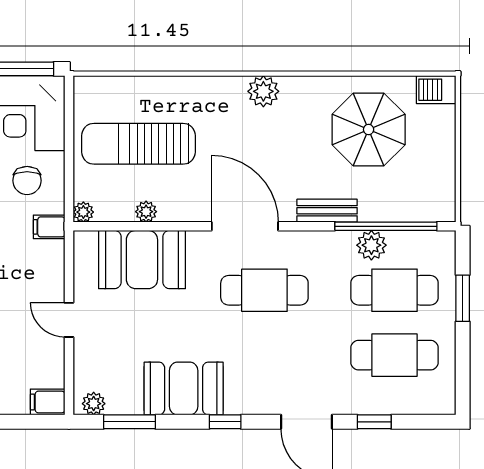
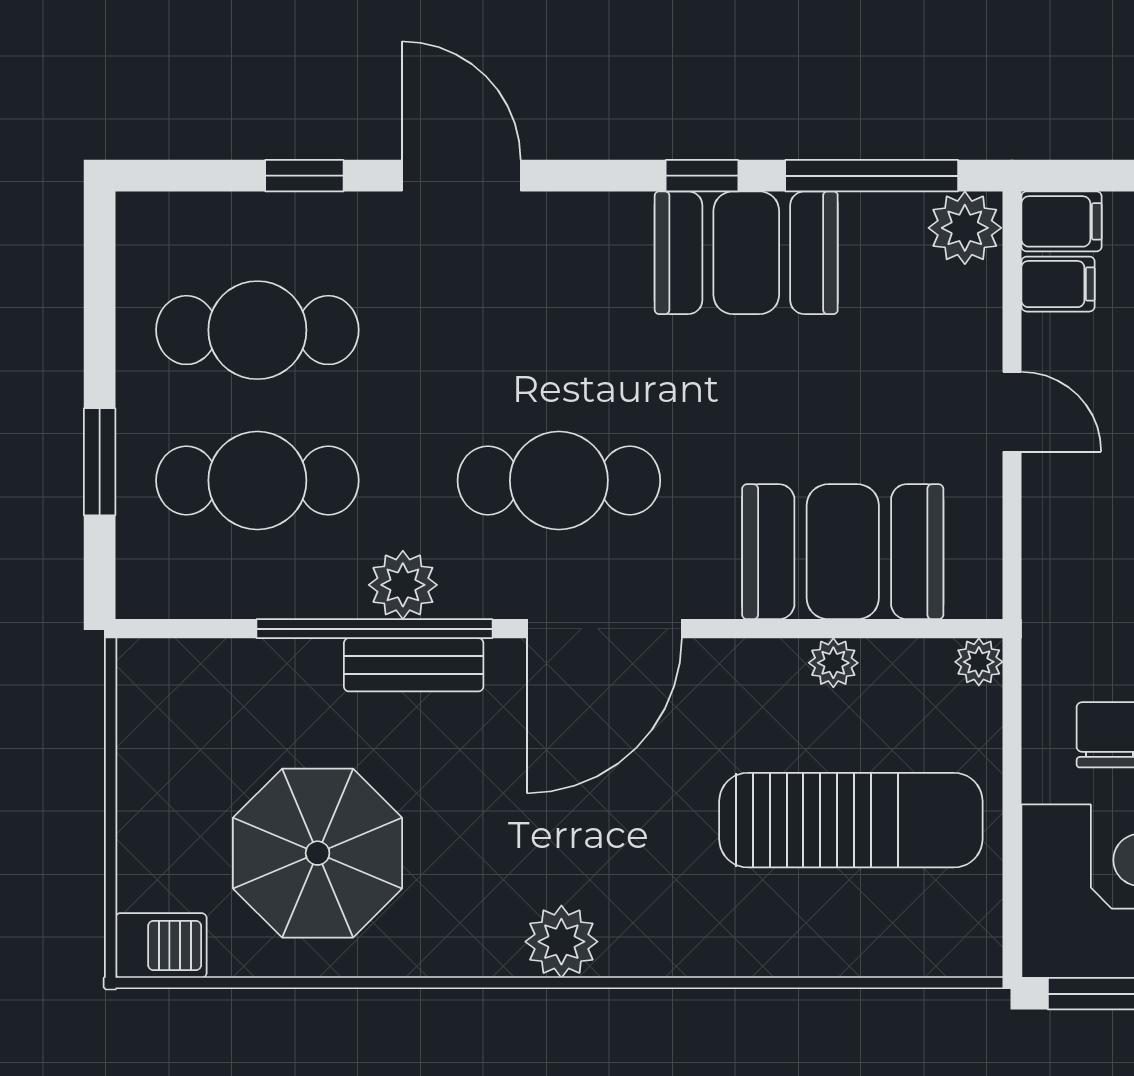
door: (245, 226) -> (604, 629), hinge flipped
window: (386, 226) -> (374, 629), moved
filing cabinet: (49, 227) -> (1058, 284), moved
plant: (371, 245) -> (403, 585), moved
plant: (94, 404) -> (965, 228), width x1.38, depth x1.38
window: (130, 422) -> (872, 176), width x1.44
window: (225, 422) -> (702, 176), moved

